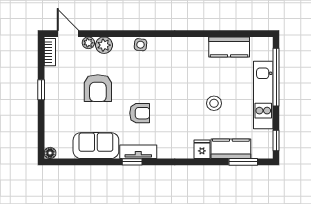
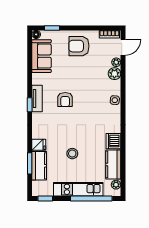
plant: (257, 43) -> (116, 185), added
dishwasher: (197, 47) -> (113, 141), added
armchair: (98, 88) -> (79, 46), moved
window: (41, 90) -> (52, 28), moved
sofa: (96, 146) -> (42, 56), moved
window: (132, 162) -> (30, 105), moved
window: (243, 162) -> (30, 163), moved

